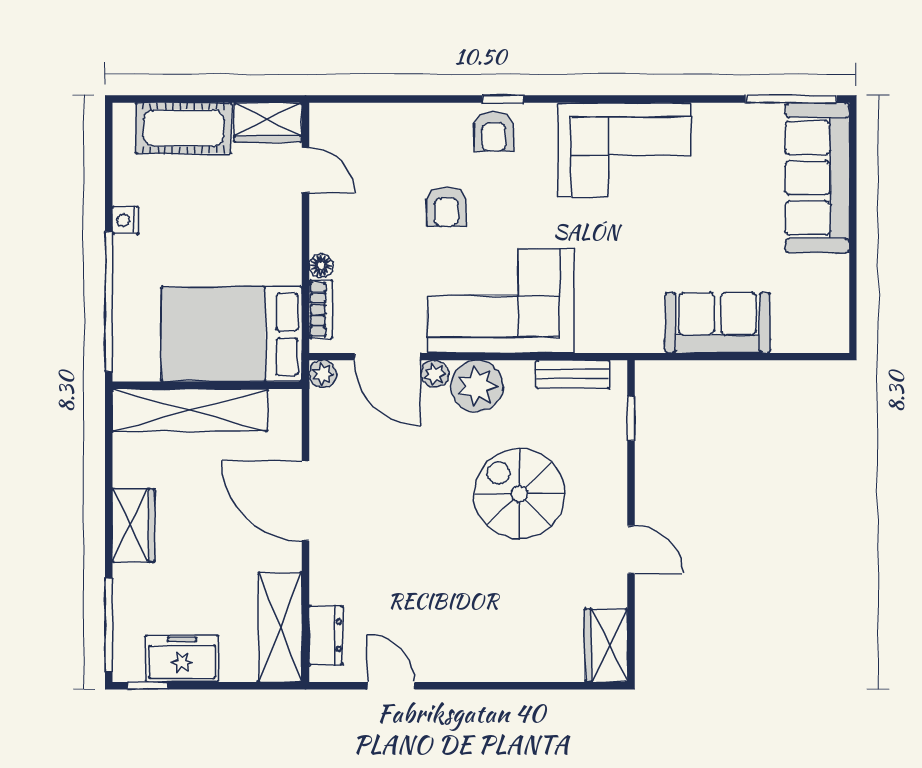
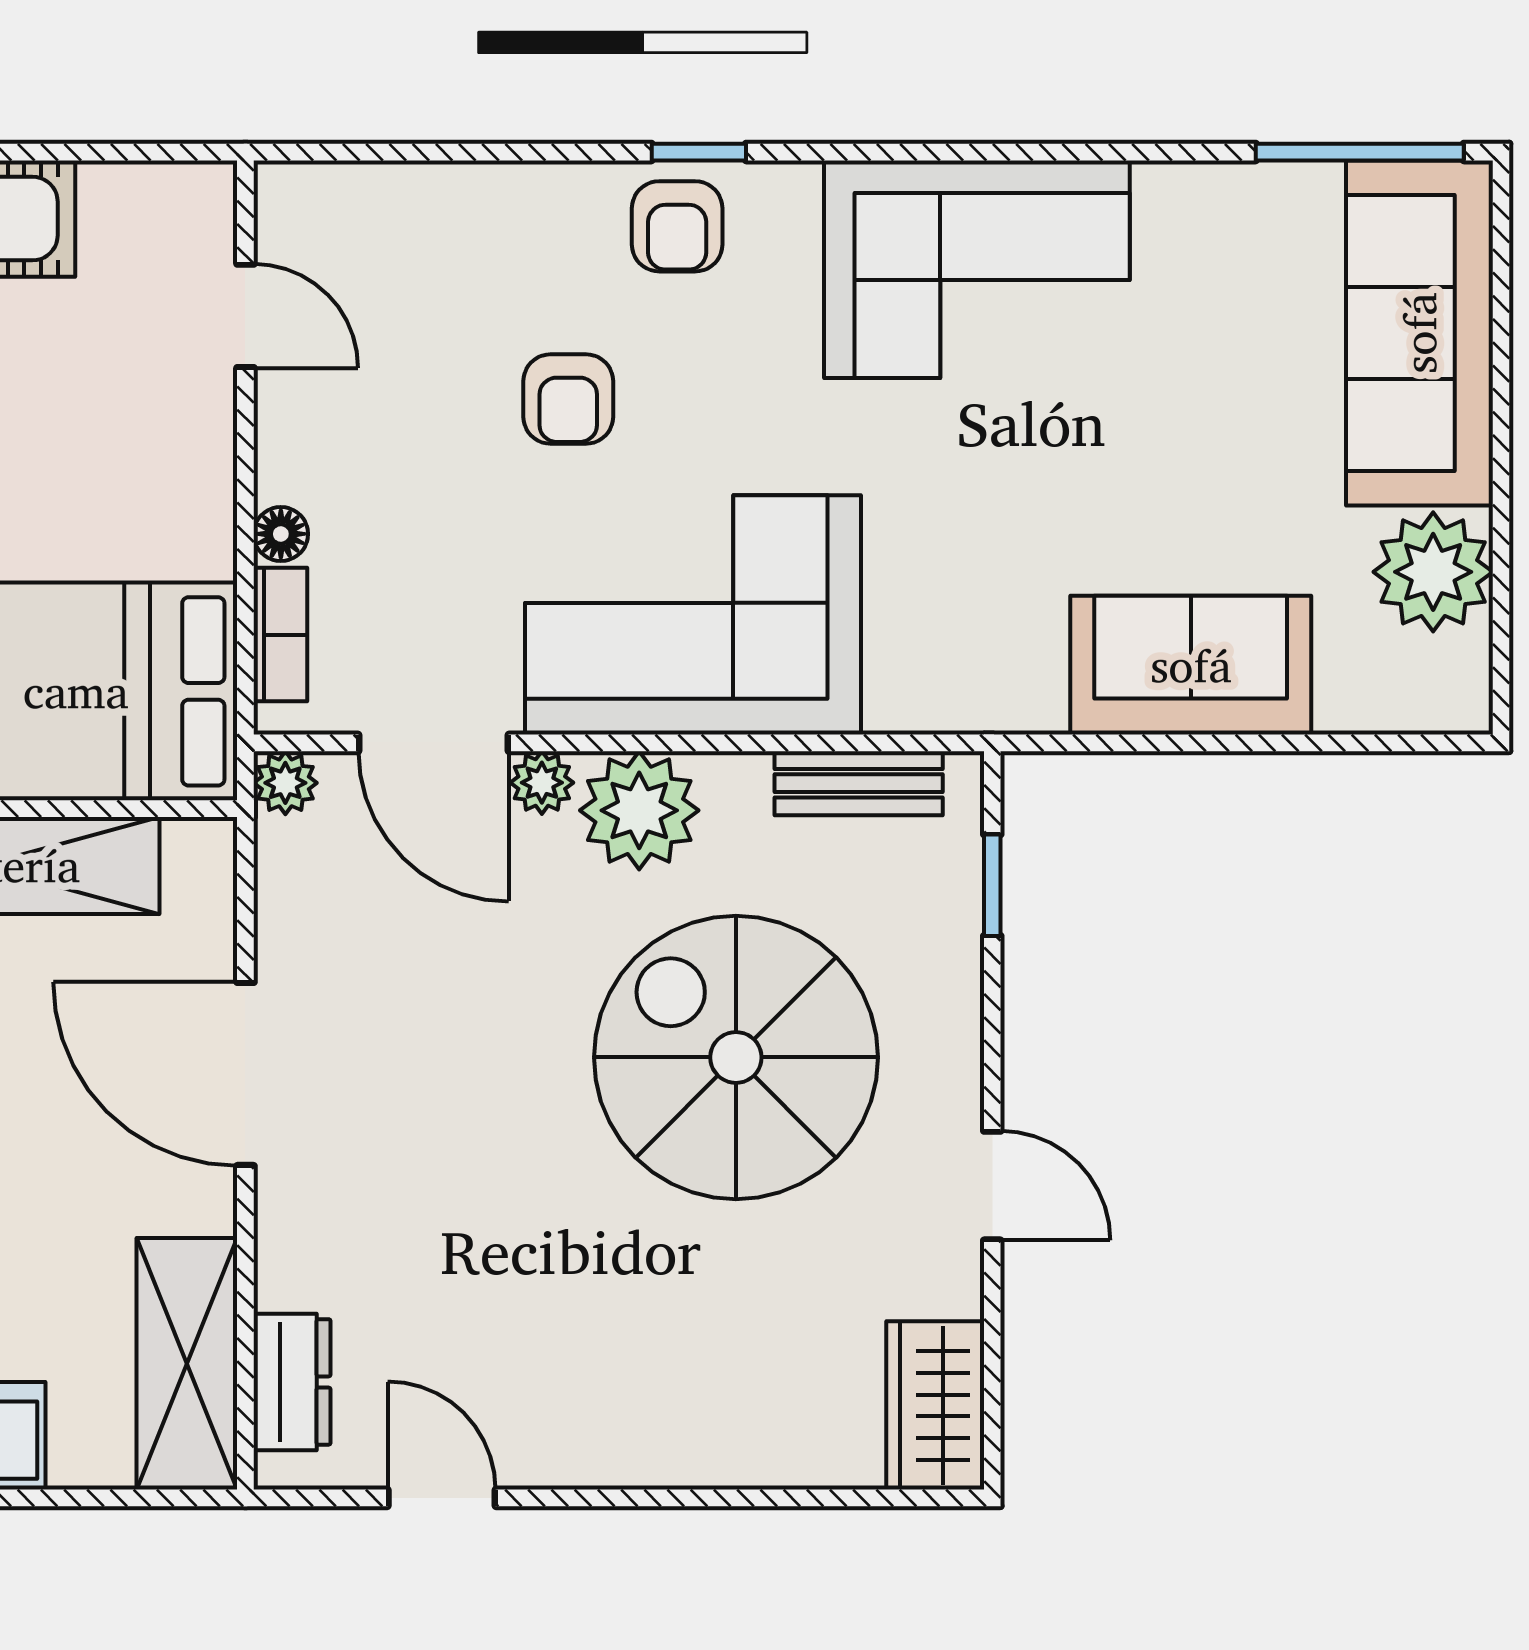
wardrobe: (268, 122) -> (159, 205), removed
plant: (823, 282) -> (1433, 572), added
spiral stairs: (519, 494) -> (736, 1057), width x1.37, depth x1.37

